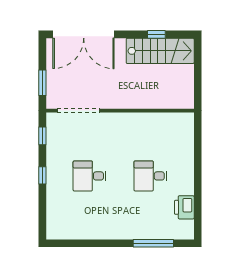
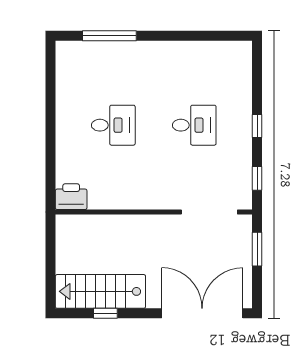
printer: (184, 207) -> (71, 197), moved, turned -90

